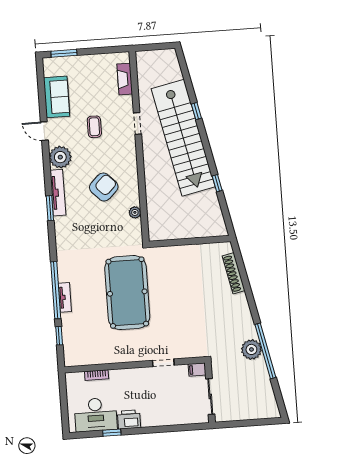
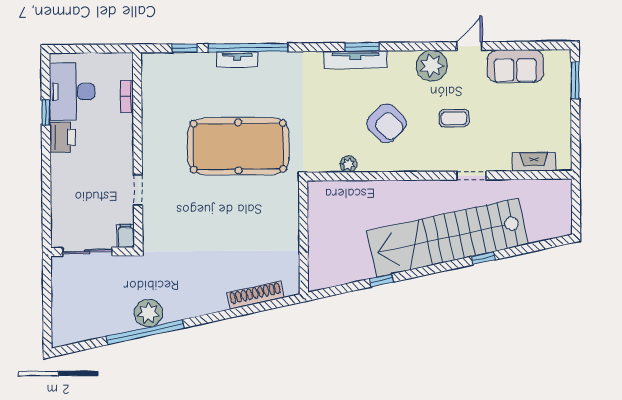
coffee table: (94, 127) -> (454, 118), moved
tv unit: (58, 193) -> (355, 60), moved

